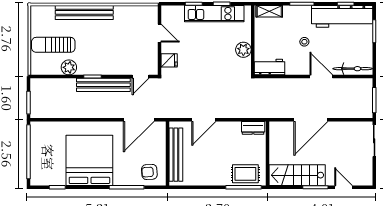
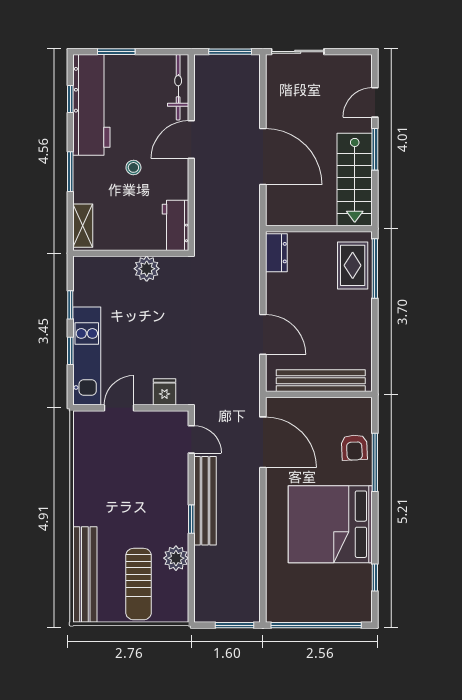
bench: (84, 12) -> (85, 575), moved
kitchen unit: (214, 14) -> (87, 356), moved
armchair: (149, 172) -> (354, 447), moved

